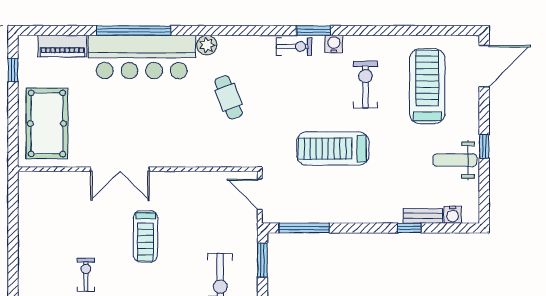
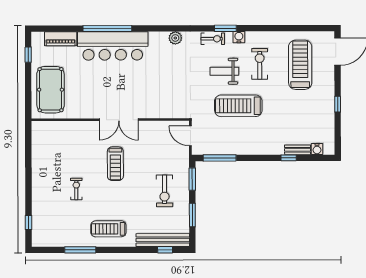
plant: (207, 45) -> (175, 38), moved
cafe table: (229, 97) -> (170, 72), removed
weight bench: (455, 160) -> (224, 71), moved
double door: (120, 169) -> (119, 120), moved

